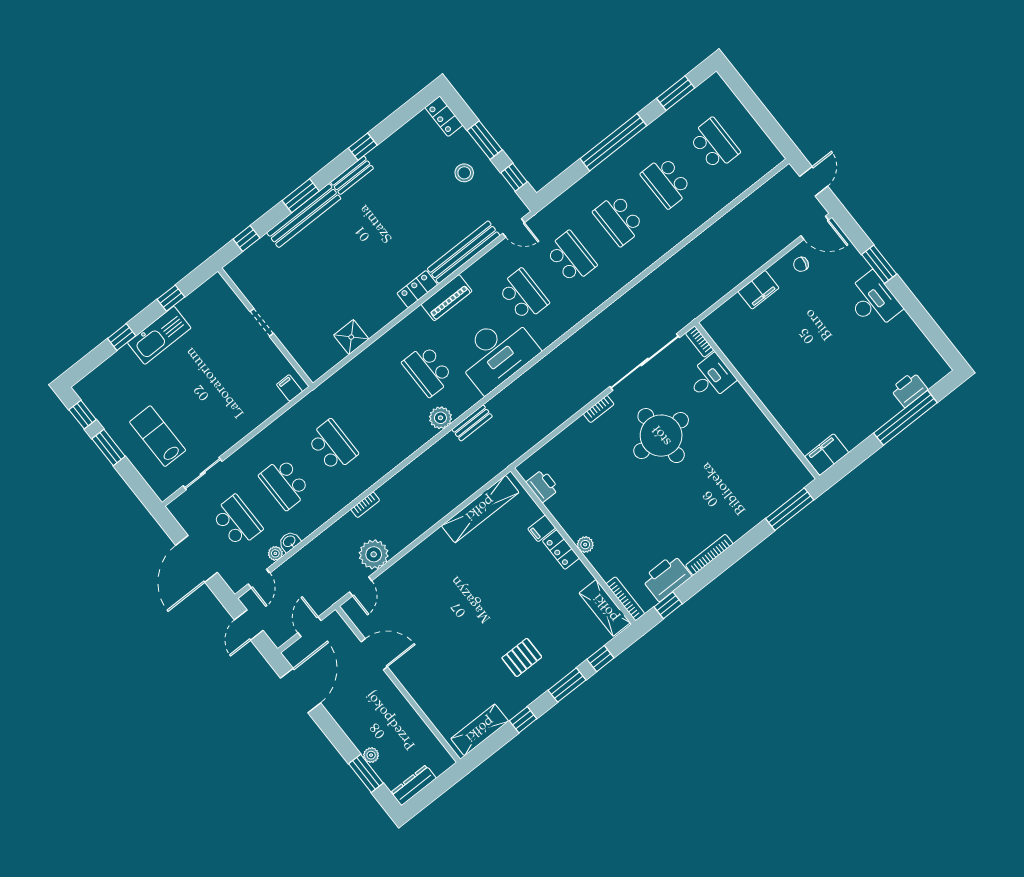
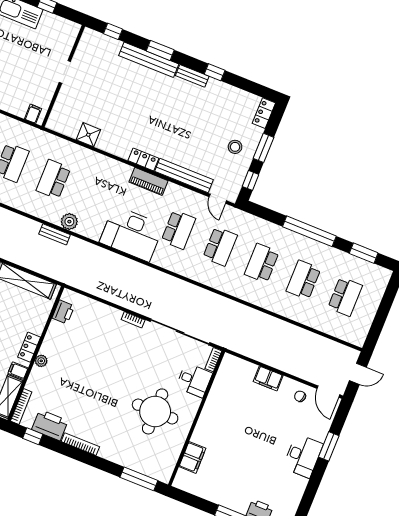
school desk: (428, 370) -> (53, 179), moved
bench: (472, 423) -> (55, 234), moved
round table: (661, 436) -> (155, 411), moved
filing cabinet: (827, 454) -> (192, 457), moved, turned 90
filing cabinet: (542, 528) -> (18, 371), moved

